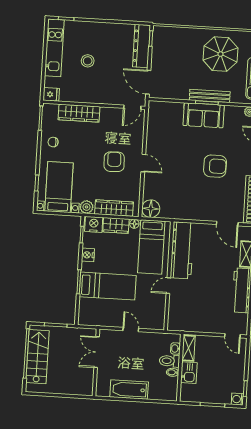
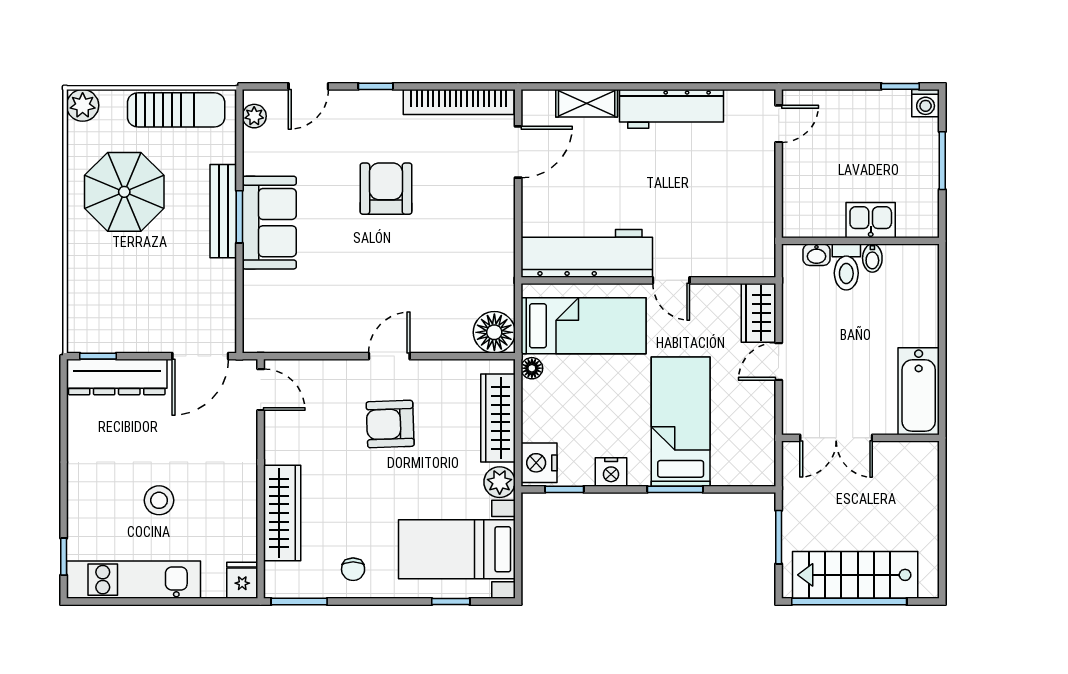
wardrobe: (116, 225) -> (758, 313), moved, turned 180
shelving: (189, 348) -> (814, 224), removed
bathtub: (129, 390) -> (919, 391), moved

